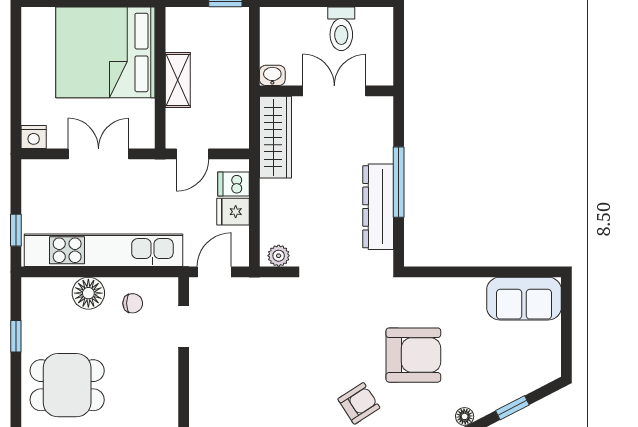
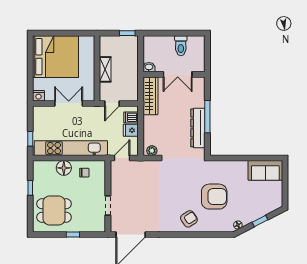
bed: (105, 52) -> (56, 57), moved, turned 180
double door: (334, 91) -> (178, 74), swing flipped
doorway: (184, 327) -> (108, 206), moved

